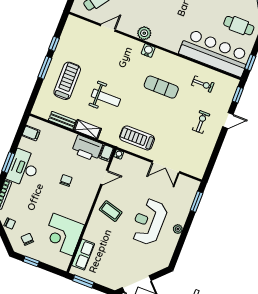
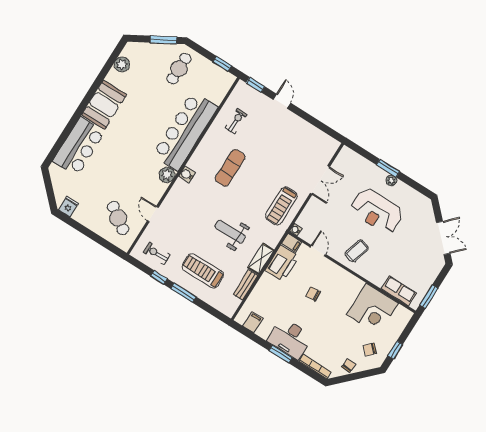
bar counter: (215, 53) -> (185, 131), moved
weight bench: (106, 98) -> (230, 232), turned -90
exercise bike: (201, 122) -> (157, 254), moved
window: (197, 202) -> (388, 168), moved

